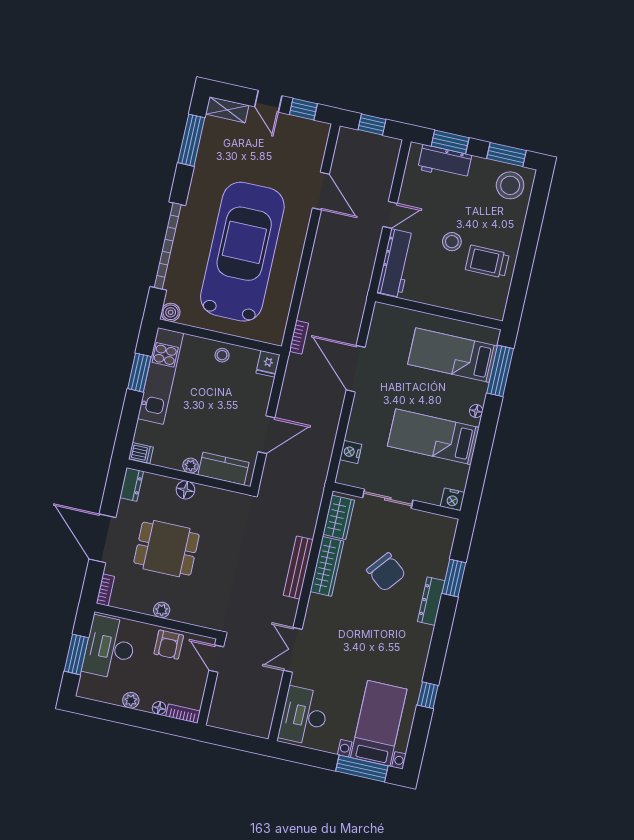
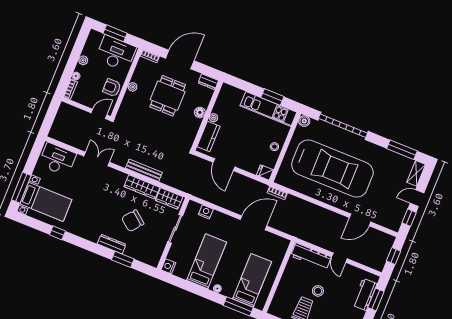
dishwasher: (141, 453) -> (226, 90), removed

